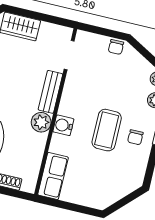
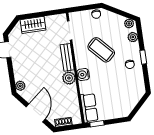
coffee table: (107, 130) -> (101, 50), moved, turned -43
window: (55, 203) -> (97, 124), added

